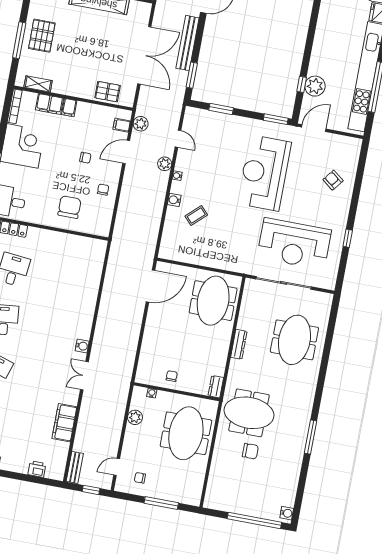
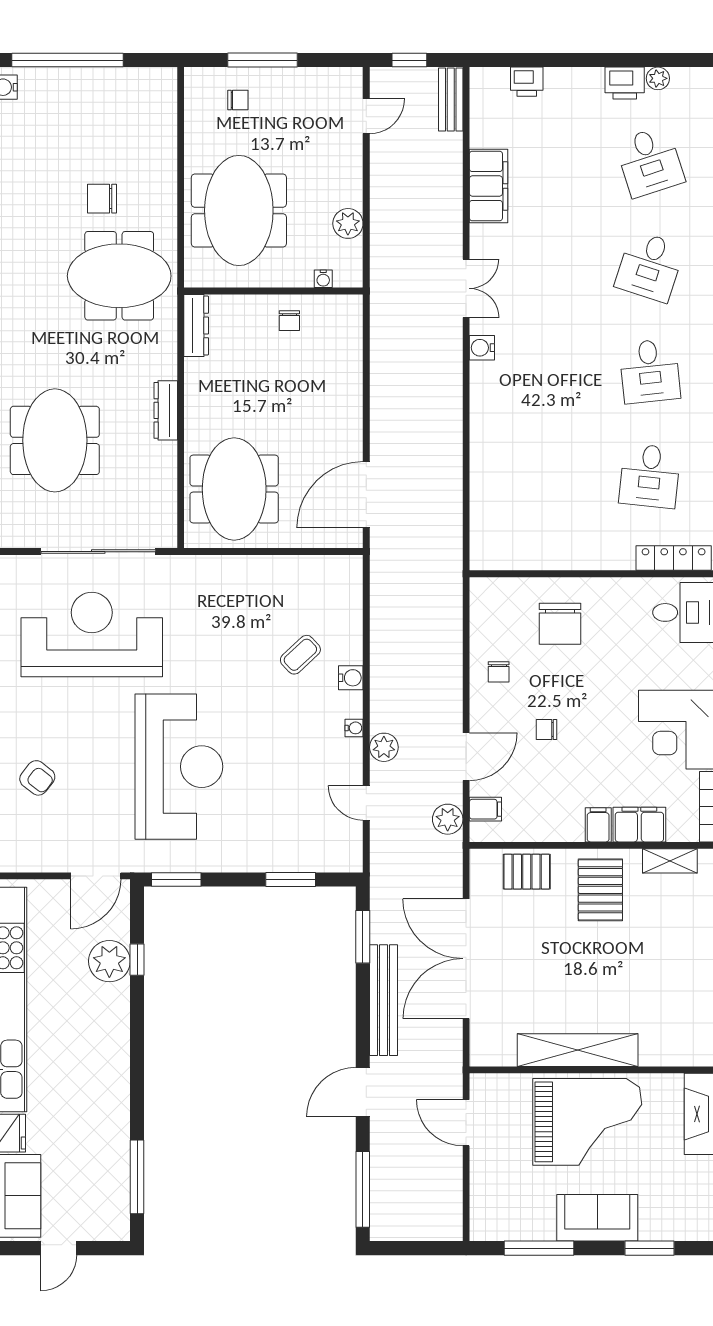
pallet: (42, 36) -> (600, 890), moved
dresser: (216, 387) -> (196, 325), width x1.44
chair: (140, 478) -> (238, 100), moved

